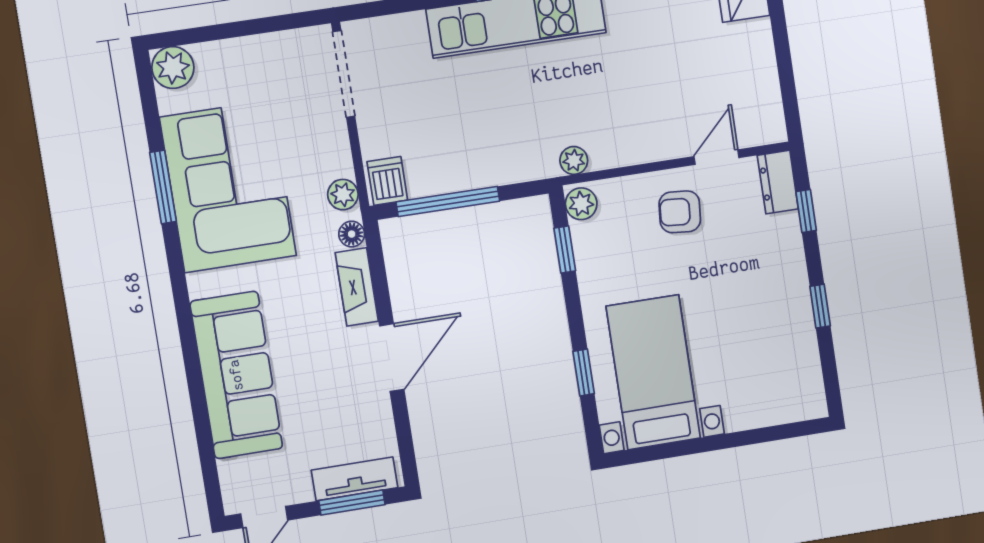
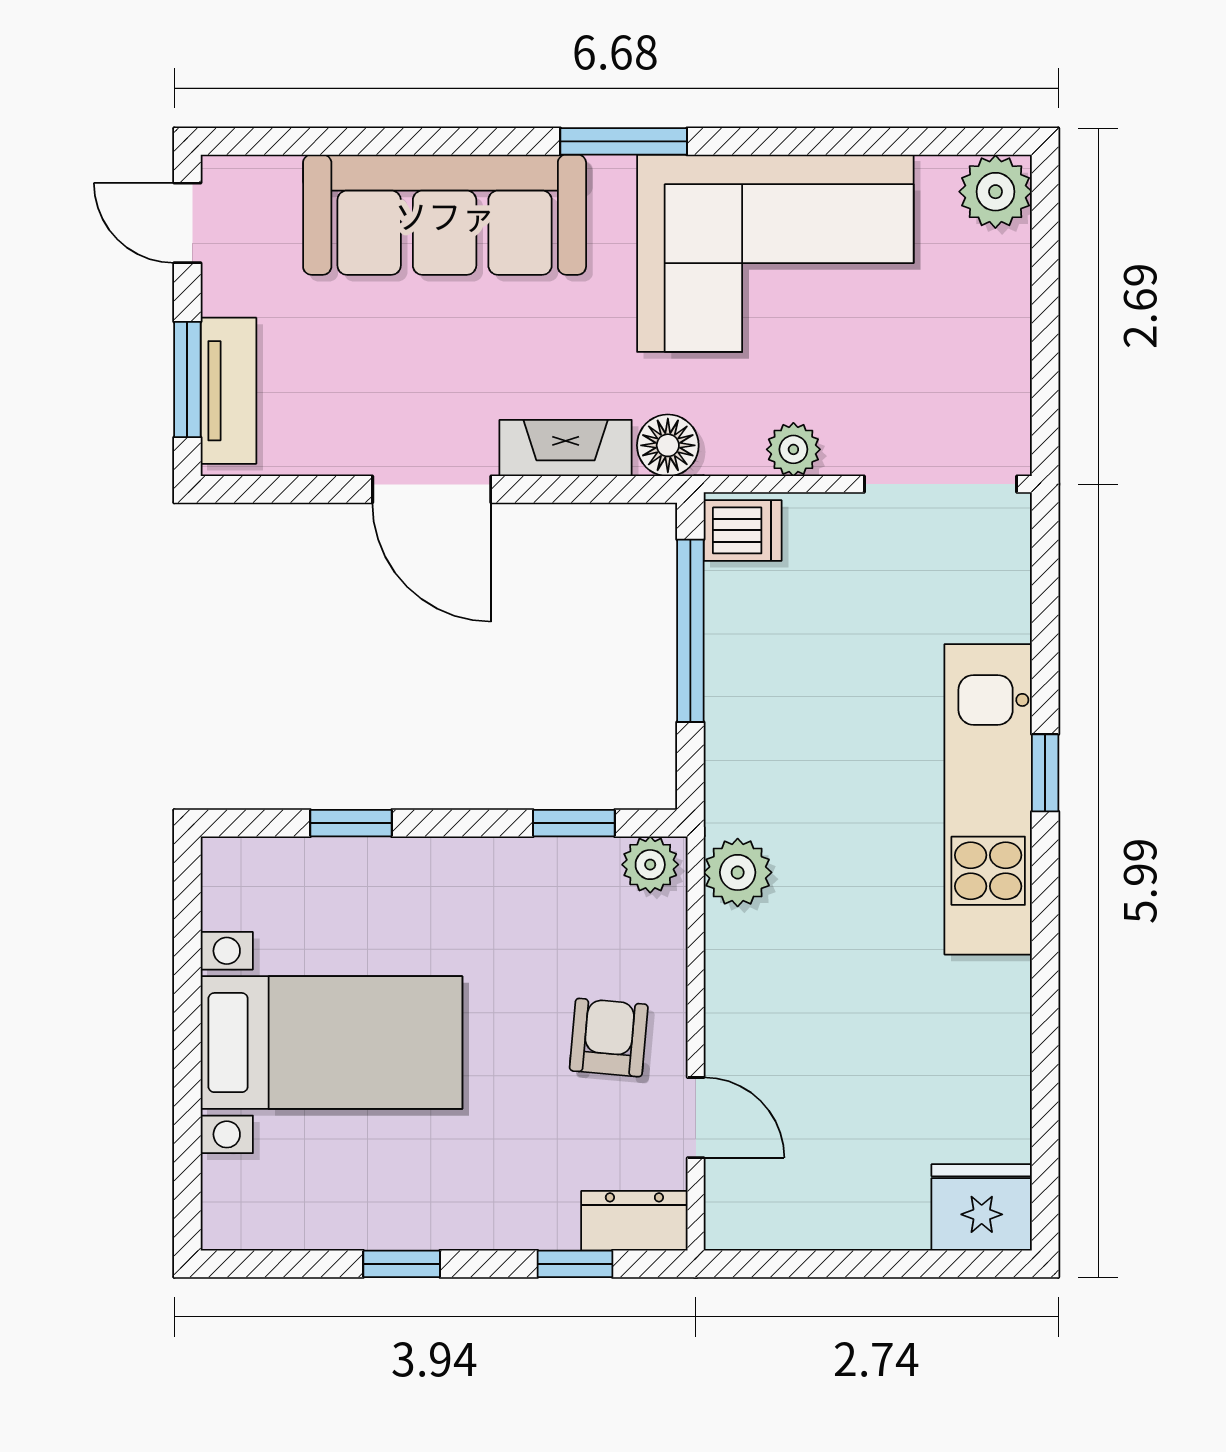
plant: (574, 160) -> (738, 872), width x1.38, depth x1.38
window: (163, 187) -> (624, 141), moved
plant: (343, 195) -> (793, 449), moved
floor lamp: (352, 234) -> (668, 445), width x1.37, depth x1.37
bed with nightstands: (653, 372) -> (331, 1043), moved

